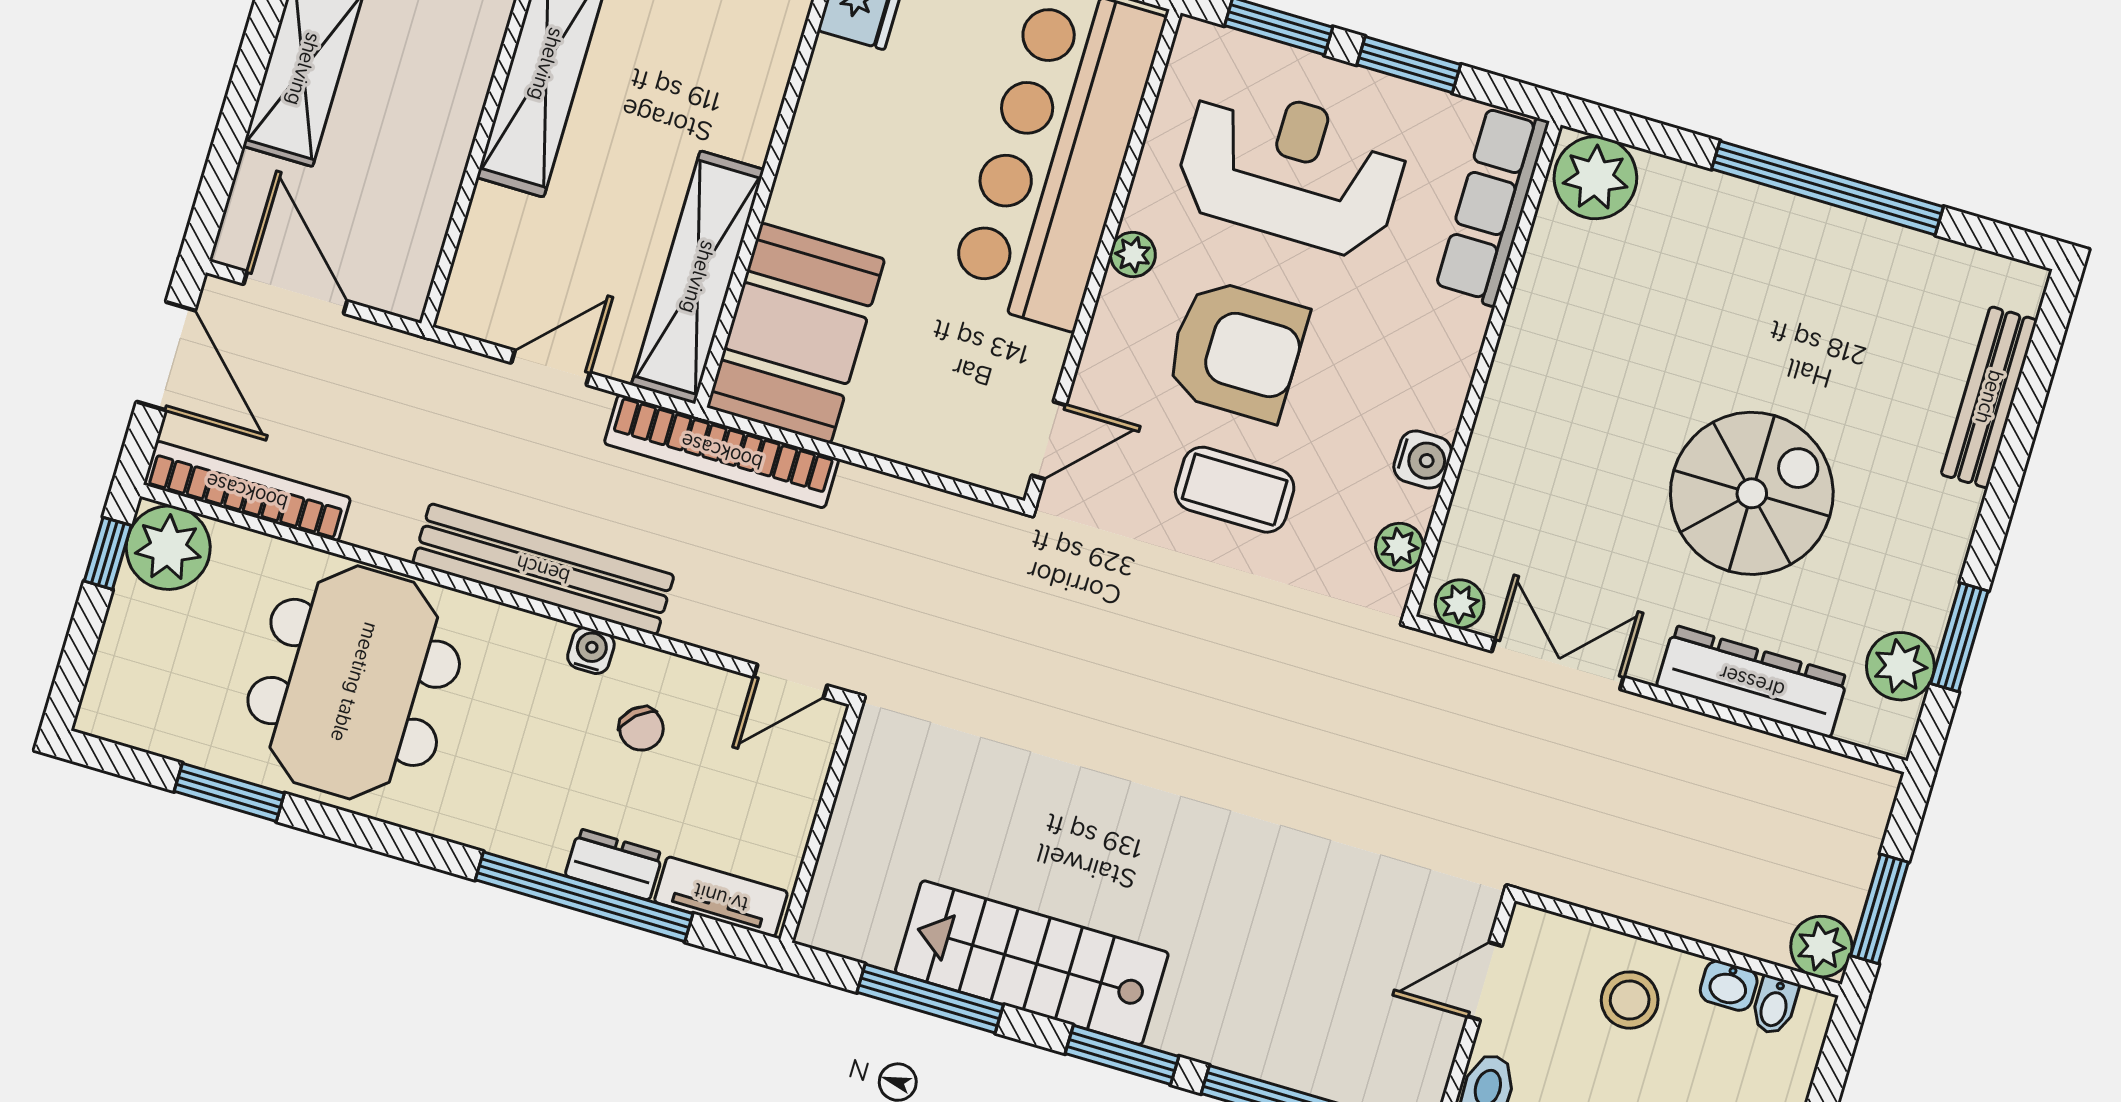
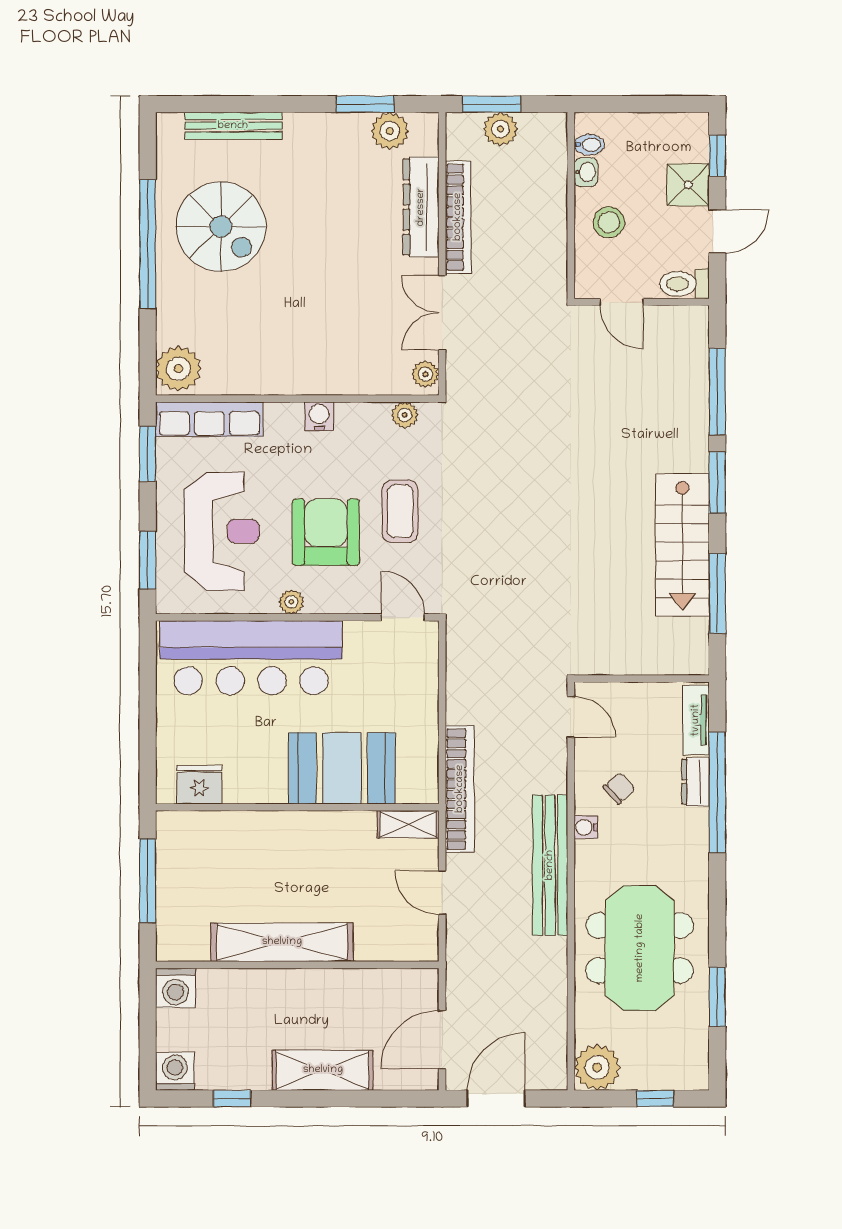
window: (1409, 65) -> (148, 454), moved
reception desk: (1291, 170) -> (222, 531), turned 180
shelving: (698, 277) -> (408, 824), width x0.45, depth x0.75
booth: (796, 333) -> (342, 768), moved
water cooler: (1423, 459) -> (319, 416), moved
bookcase: (247, 491) -> (458, 217), moved, turned 180
spiral stairs: (1752, 493) -> (221, 227), moved, turned 180
window: (108, 553) -> (655, 1099), moved
meeting table: (354, 682) -> (640, 948), turned 90
window: (1879, 909) -> (491, 104), moved
plant: (1821, 947) -> (500, 129), moved

